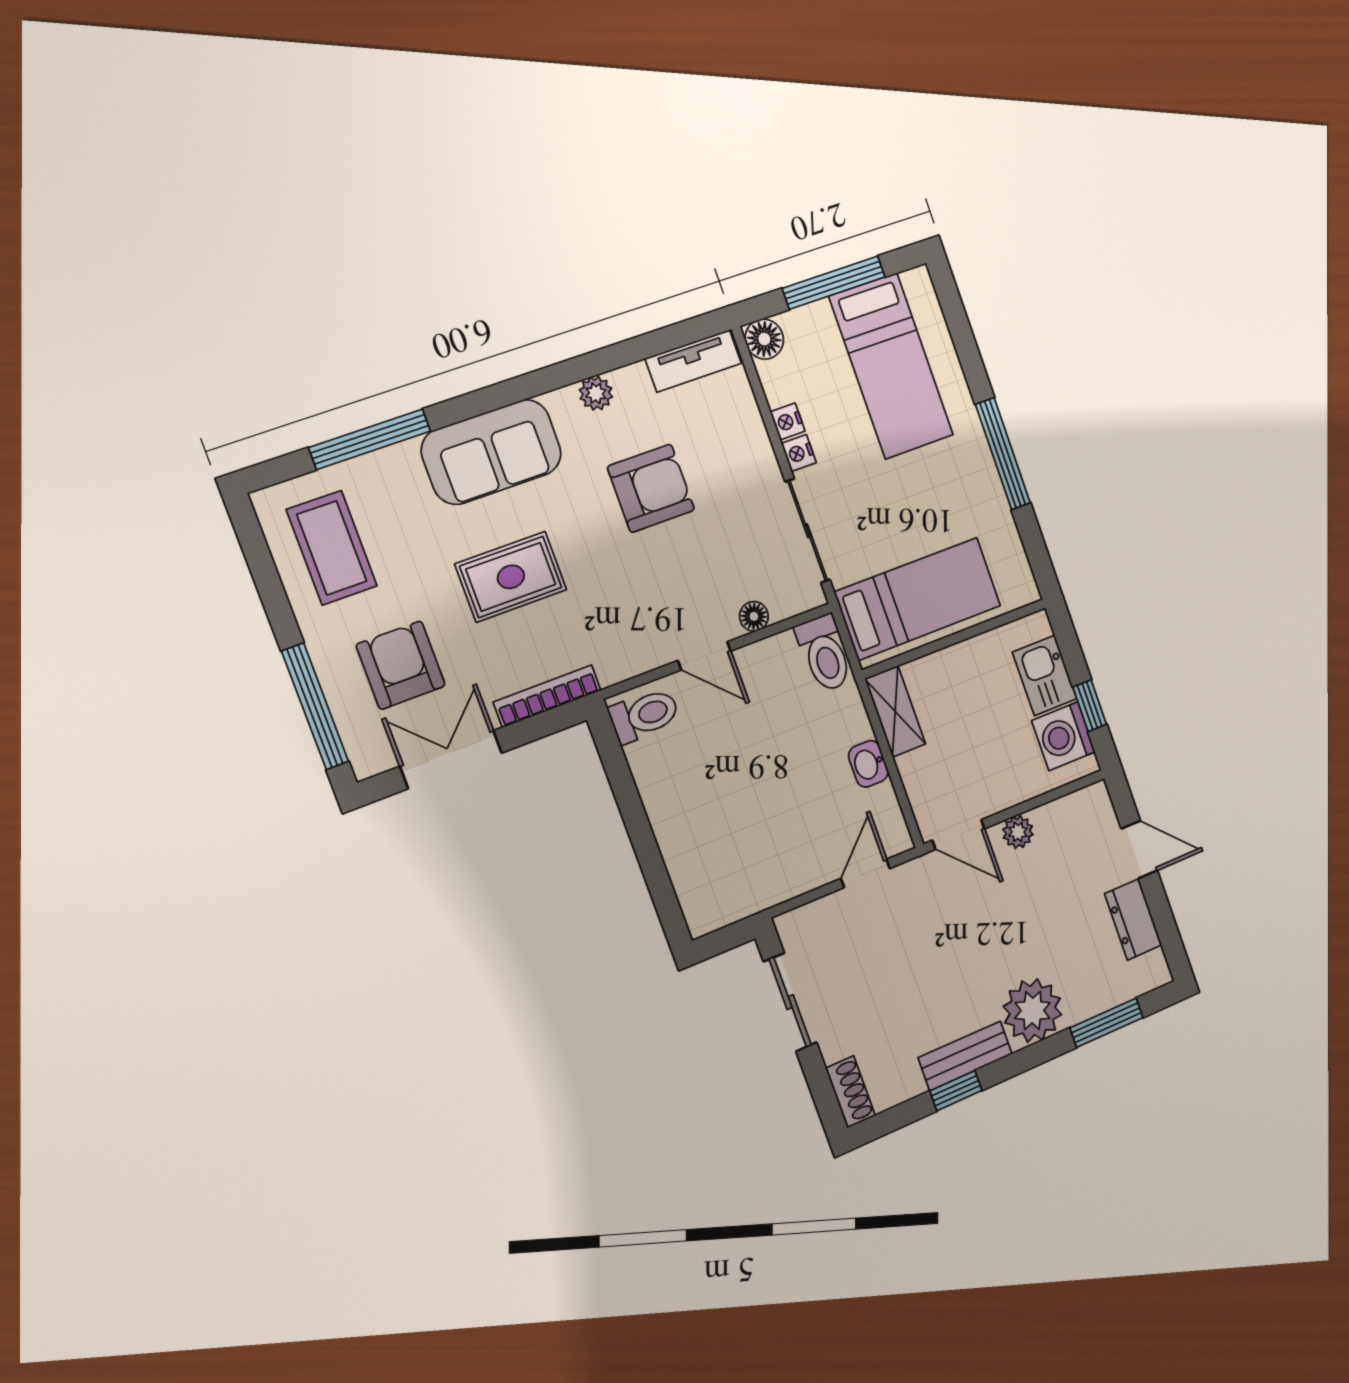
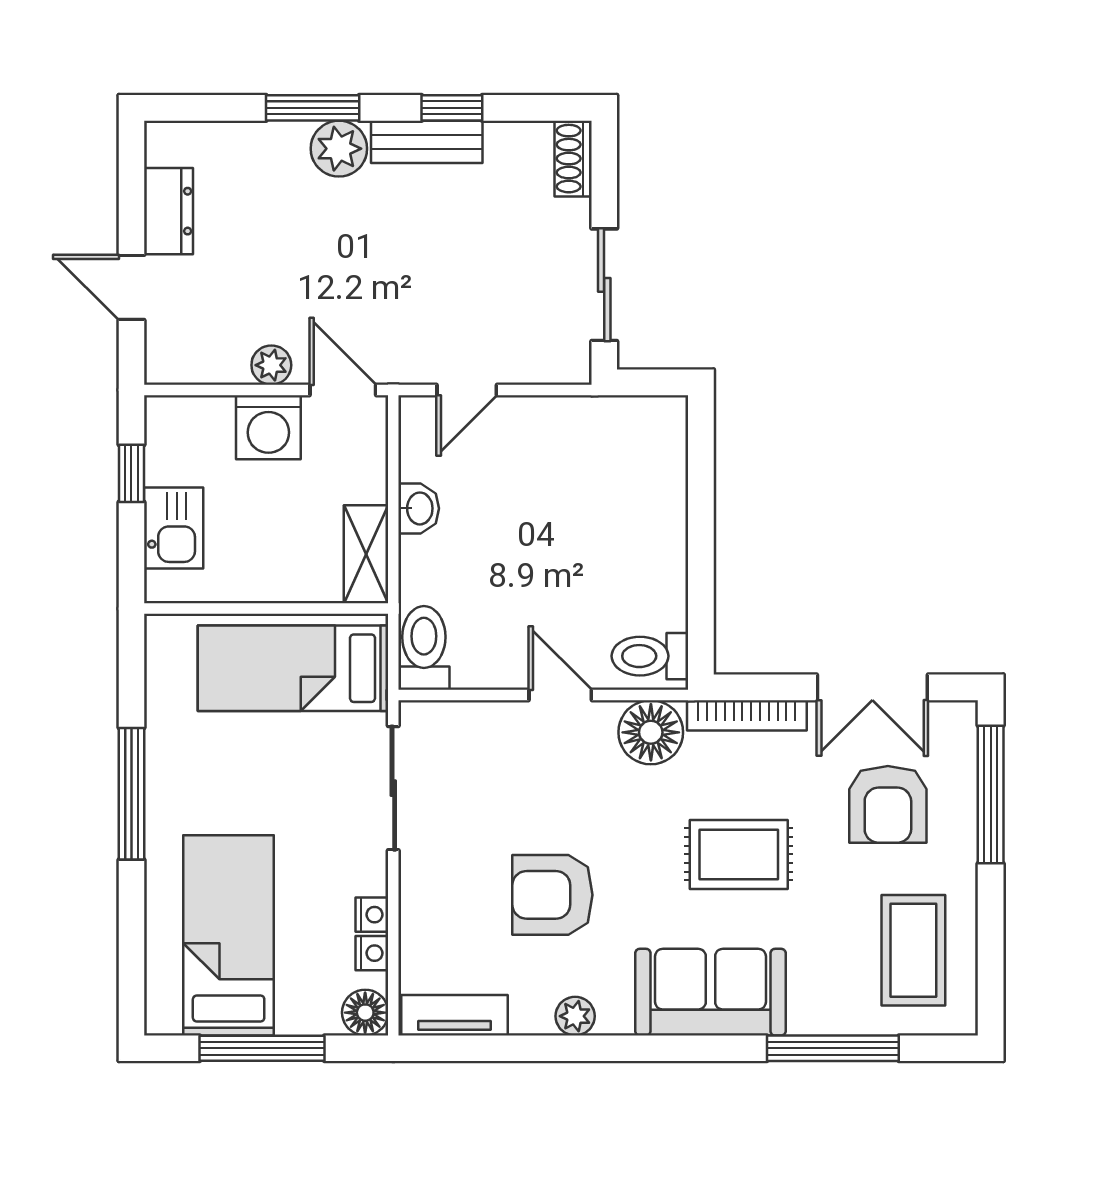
nightstand: (799, 453) -> (372, 953), moved
floor lamp: (754, 616) -> (651, 732), moved, width x1.89, depth x1.89
washing machine: (1063, 736) -> (268, 427), moved, turned 90
plant: (1032, 1010) -> (339, 149), width x0.73, depth x0.73
window: (1107, 1023) -> (313, 108), moved

